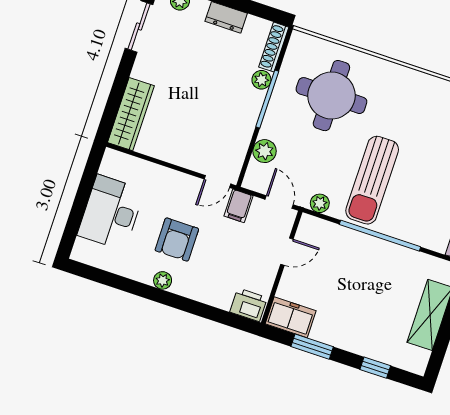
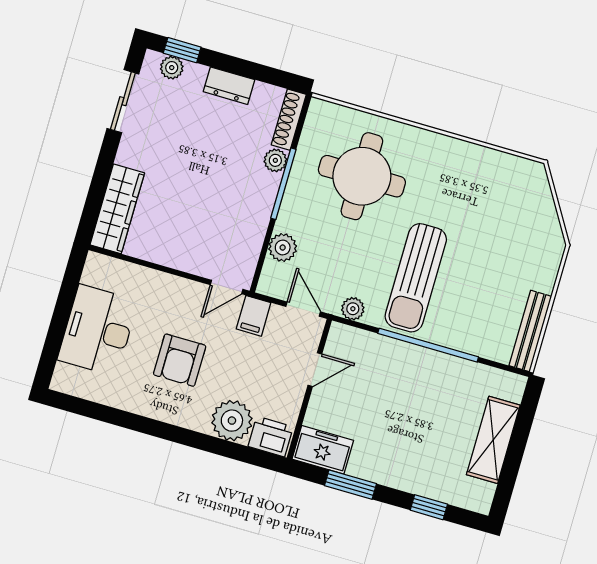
plant: (163, 280) -> (232, 421), moved, width x1.88, depth x1.88

